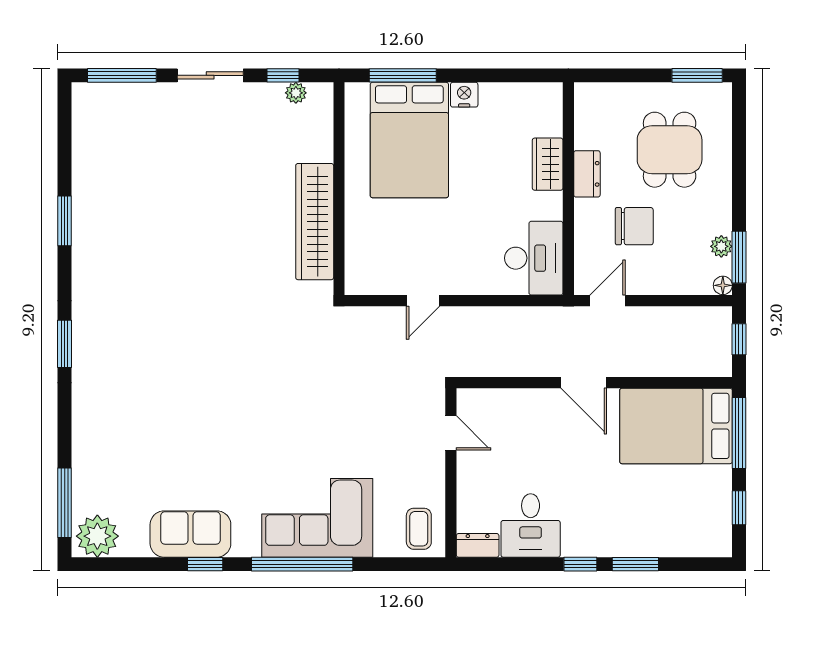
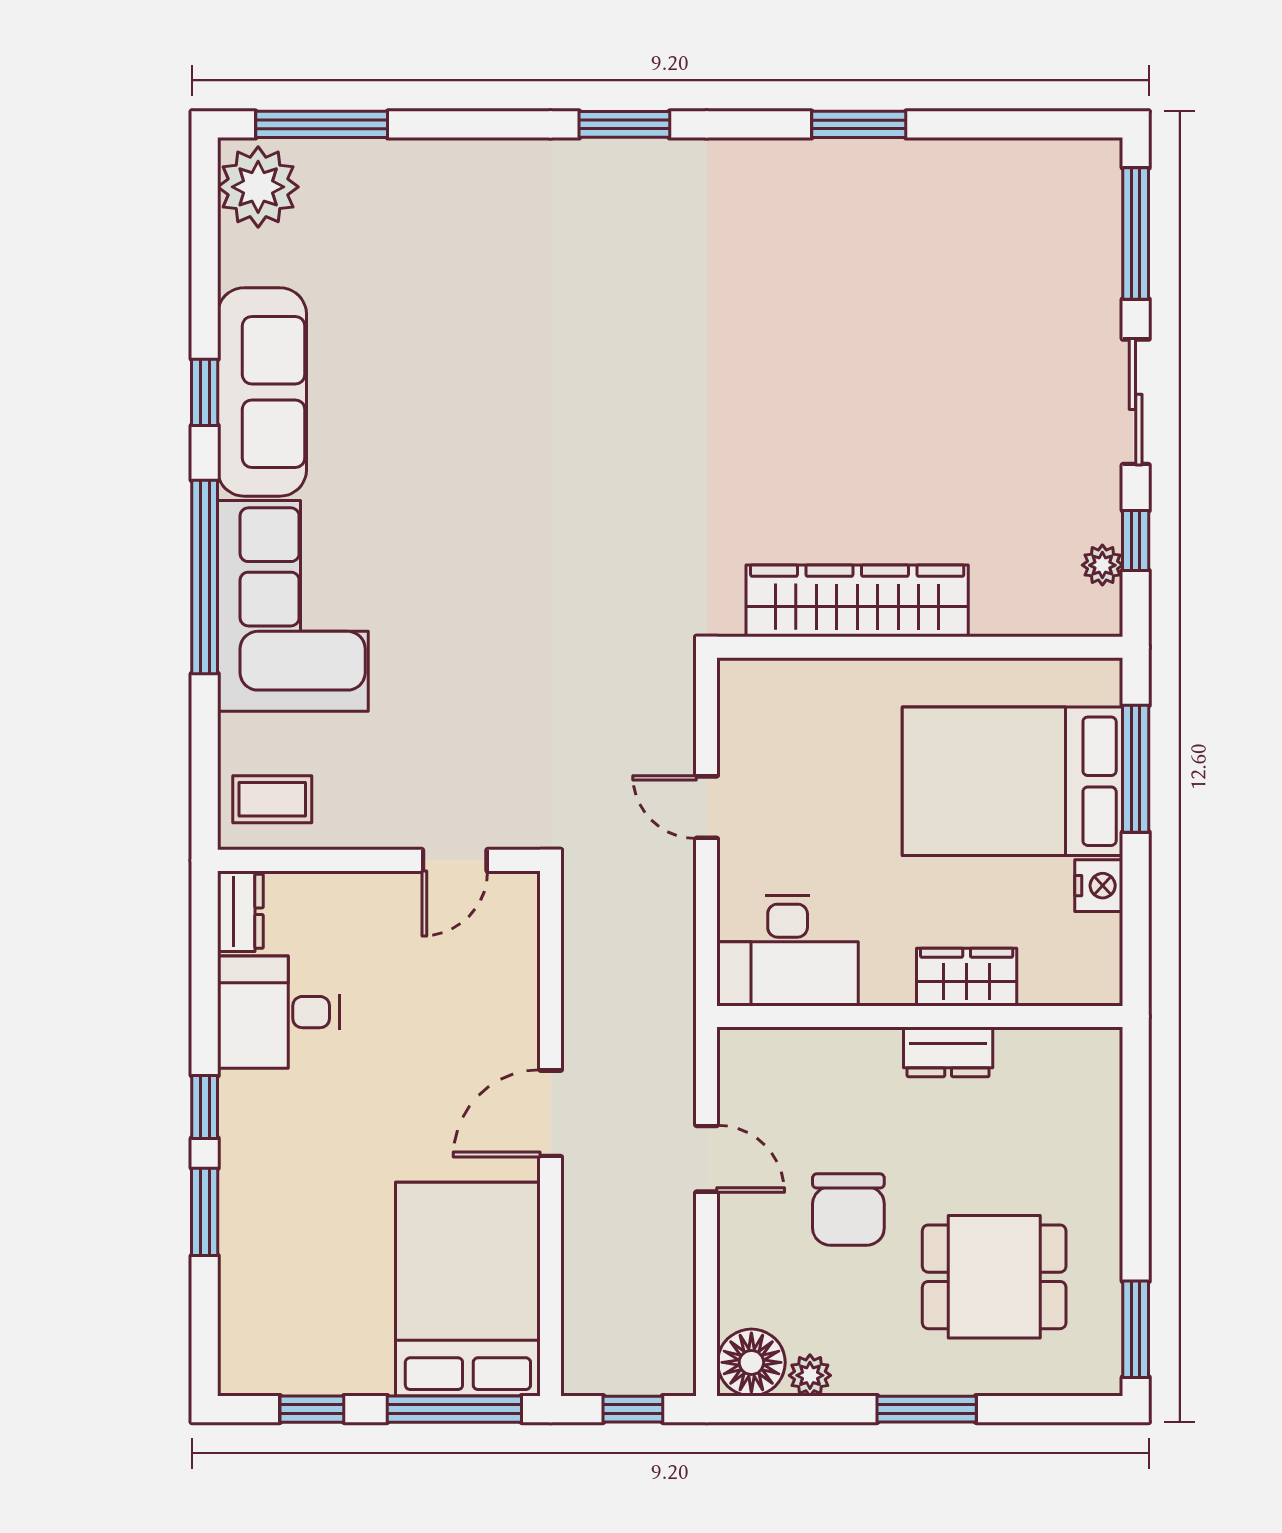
wardrobe: (548, 164) -> (967, 977), moved
dresser: (587, 174) -> (948, 1052), moved
wall: (568, 189) -> (920, 1016), moved
window: (739, 257) -> (927, 1409), moved
desk: (534, 258) -> (788, 951), moved
floor lamp: (723, 285) -> (751, 1362), width x1.89, depth x1.89
sofa: (190, 534) -> (262, 392), width x1.36

